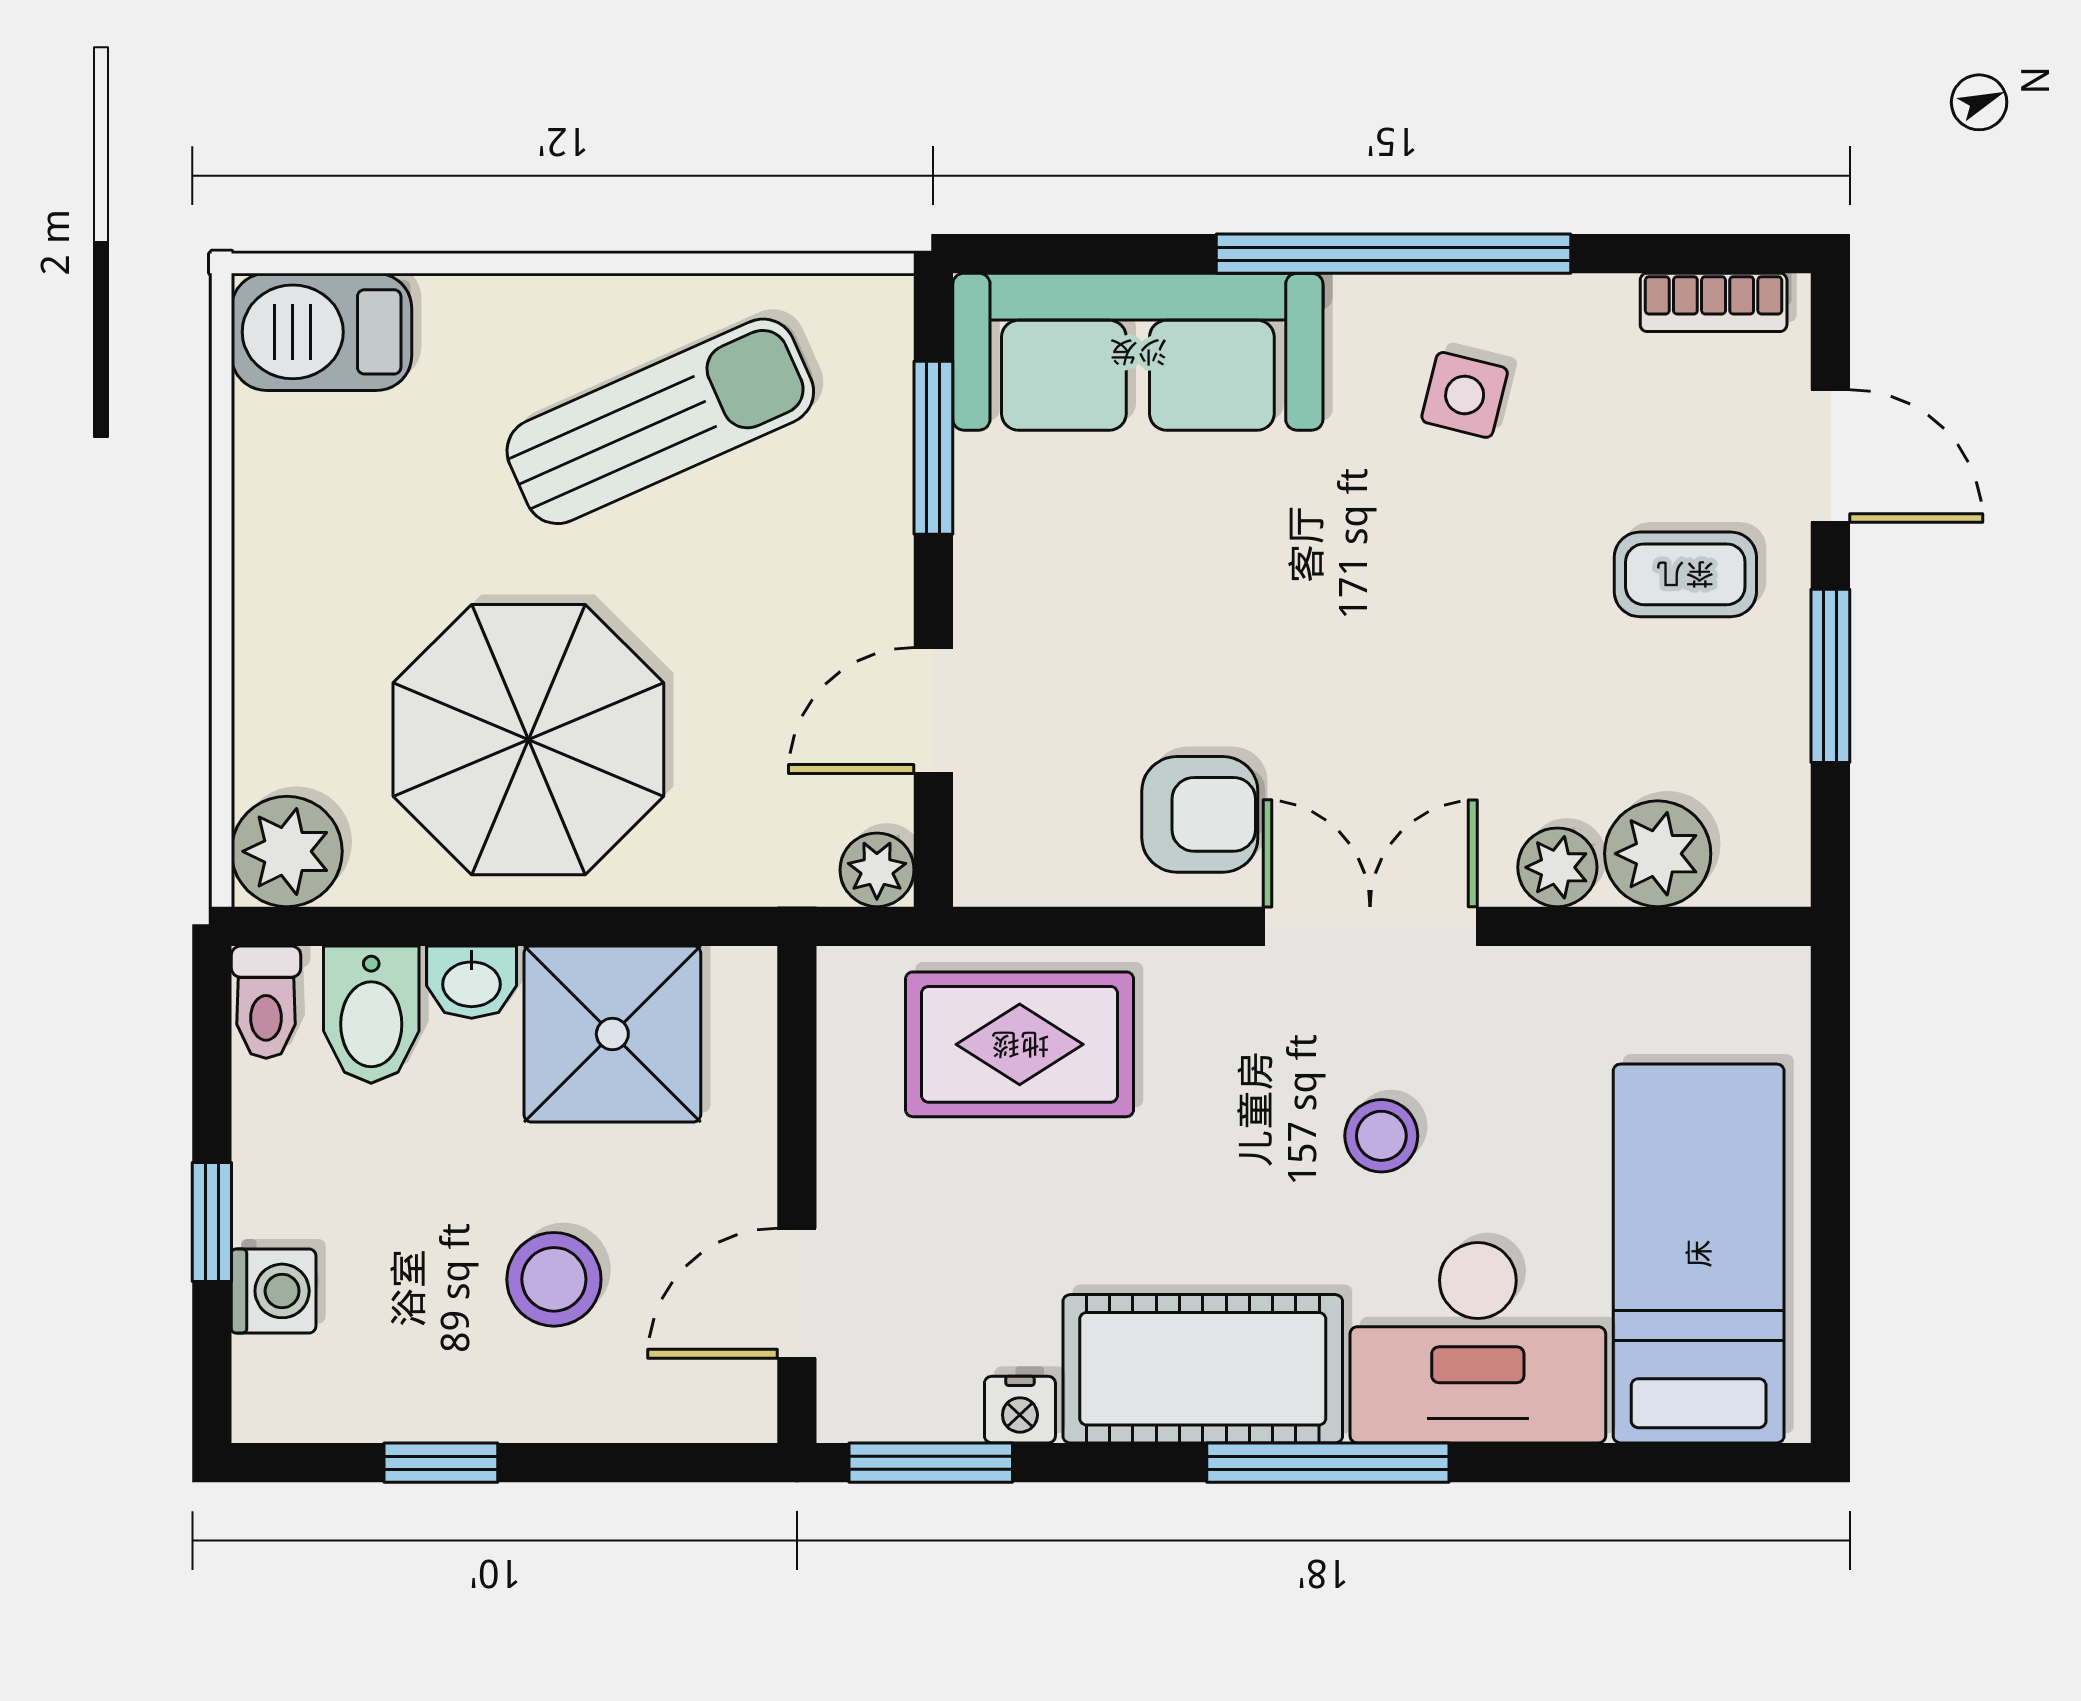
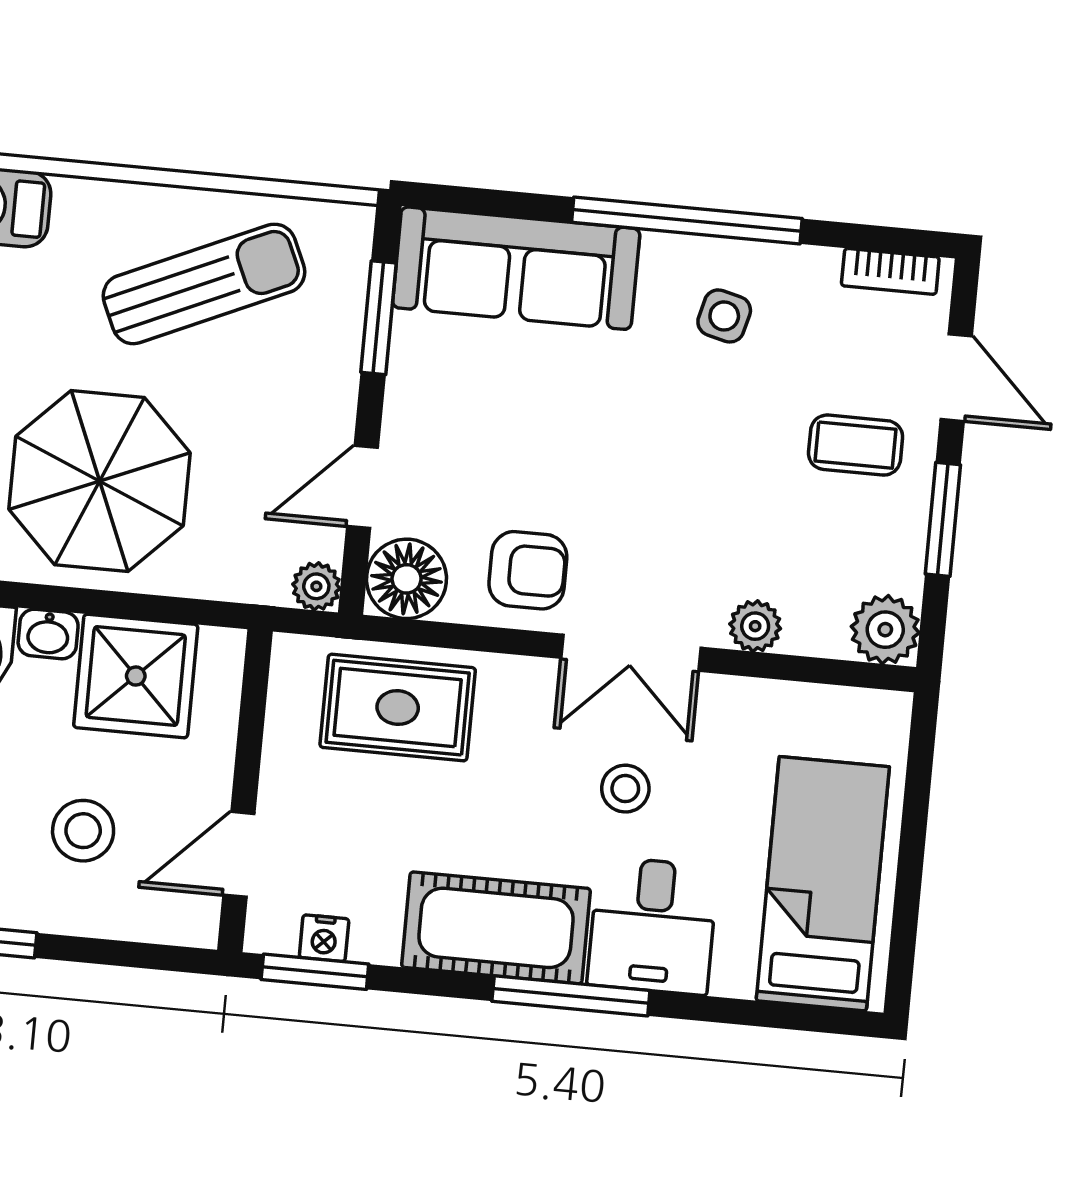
floor lamp: (1014, 845) -> (407, 579), added
plant: (1658, 854) -> (885, 630), moved
double door: (1370, 926) -> (631, 653), swing flipped
desk: (1478, 1343) -> (653, 926), width x0.73
nightstand: (1020, 1410) -> (324, 938), moved

